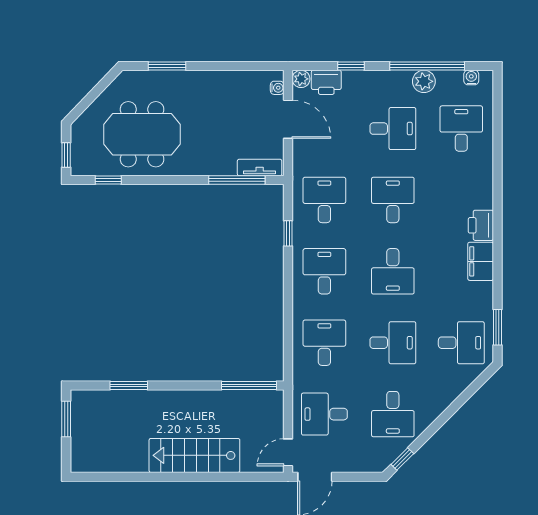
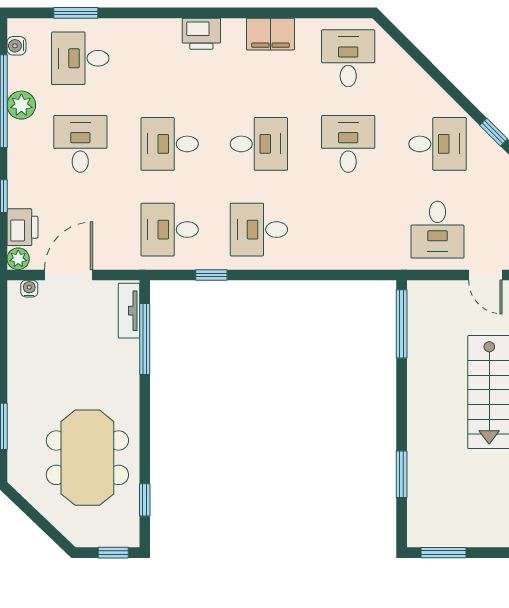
filing cabinet: (481, 261) -> (270, 34), moved
window: (498, 327) -> (76, 13), moved
desk: (324, 343) -> (348, 230), removed

